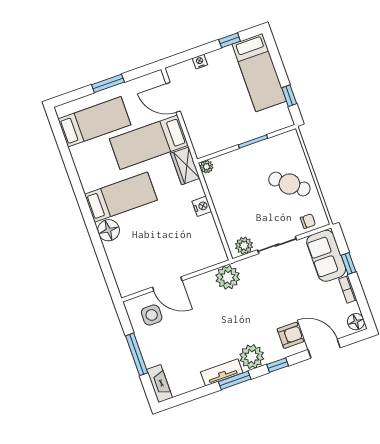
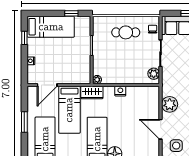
cafe table: (289, 184) -> (126, 32), turned 51
plant: (228, 277) -> (170, 104), moved
door: (167, 284) -> (161, 129), swing flipped

